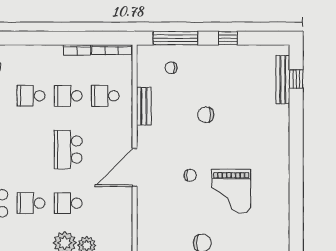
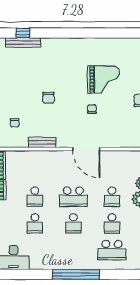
school desk: (105, 96) -> (73, 223), moved

